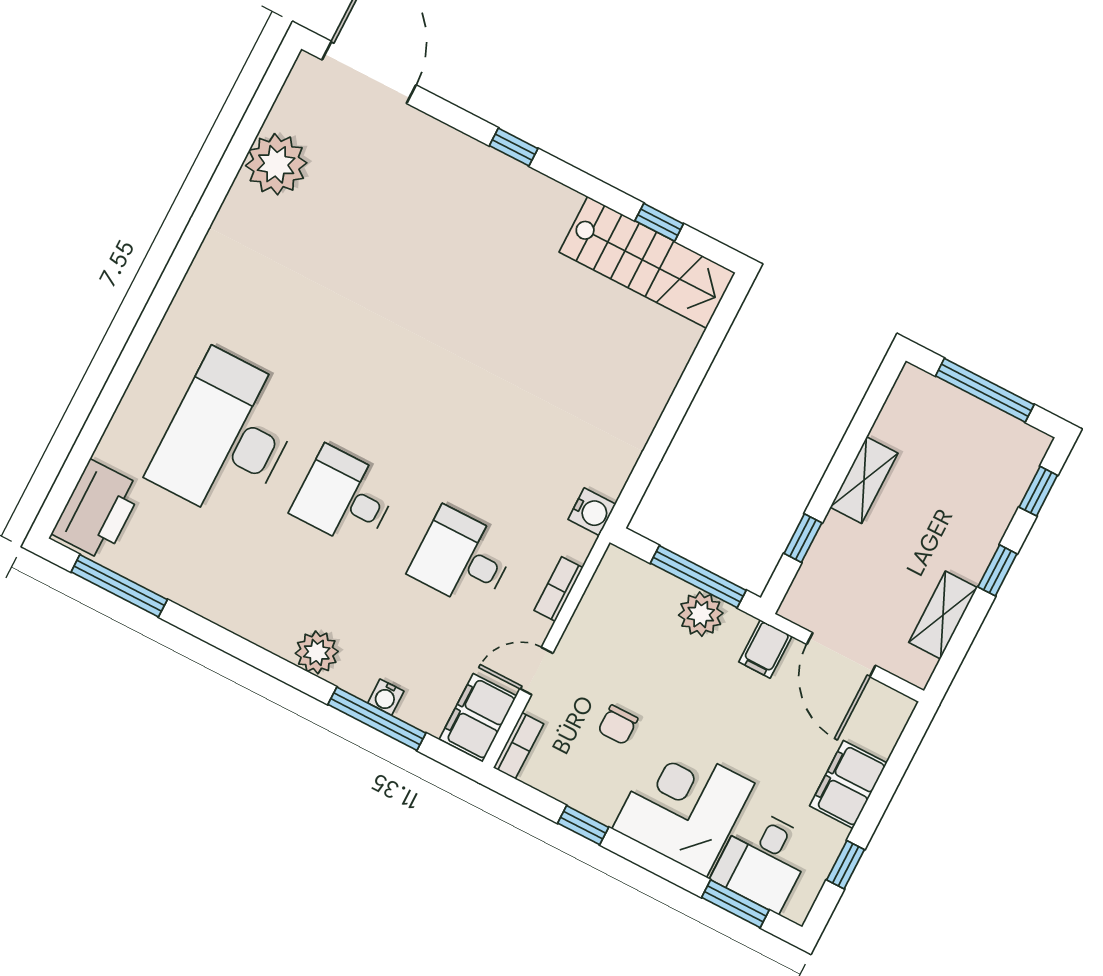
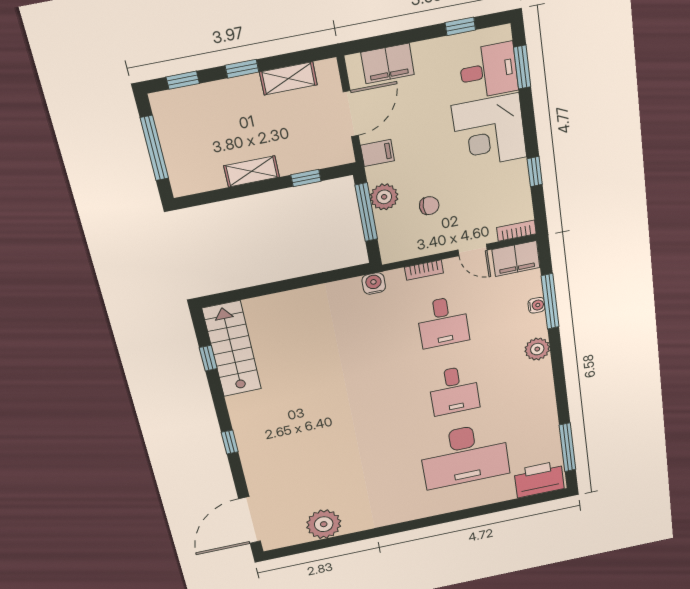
chair: (618, 725) -> (429, 206), moved
filing cabinet: (848, 784) -> (388, 63), moved

